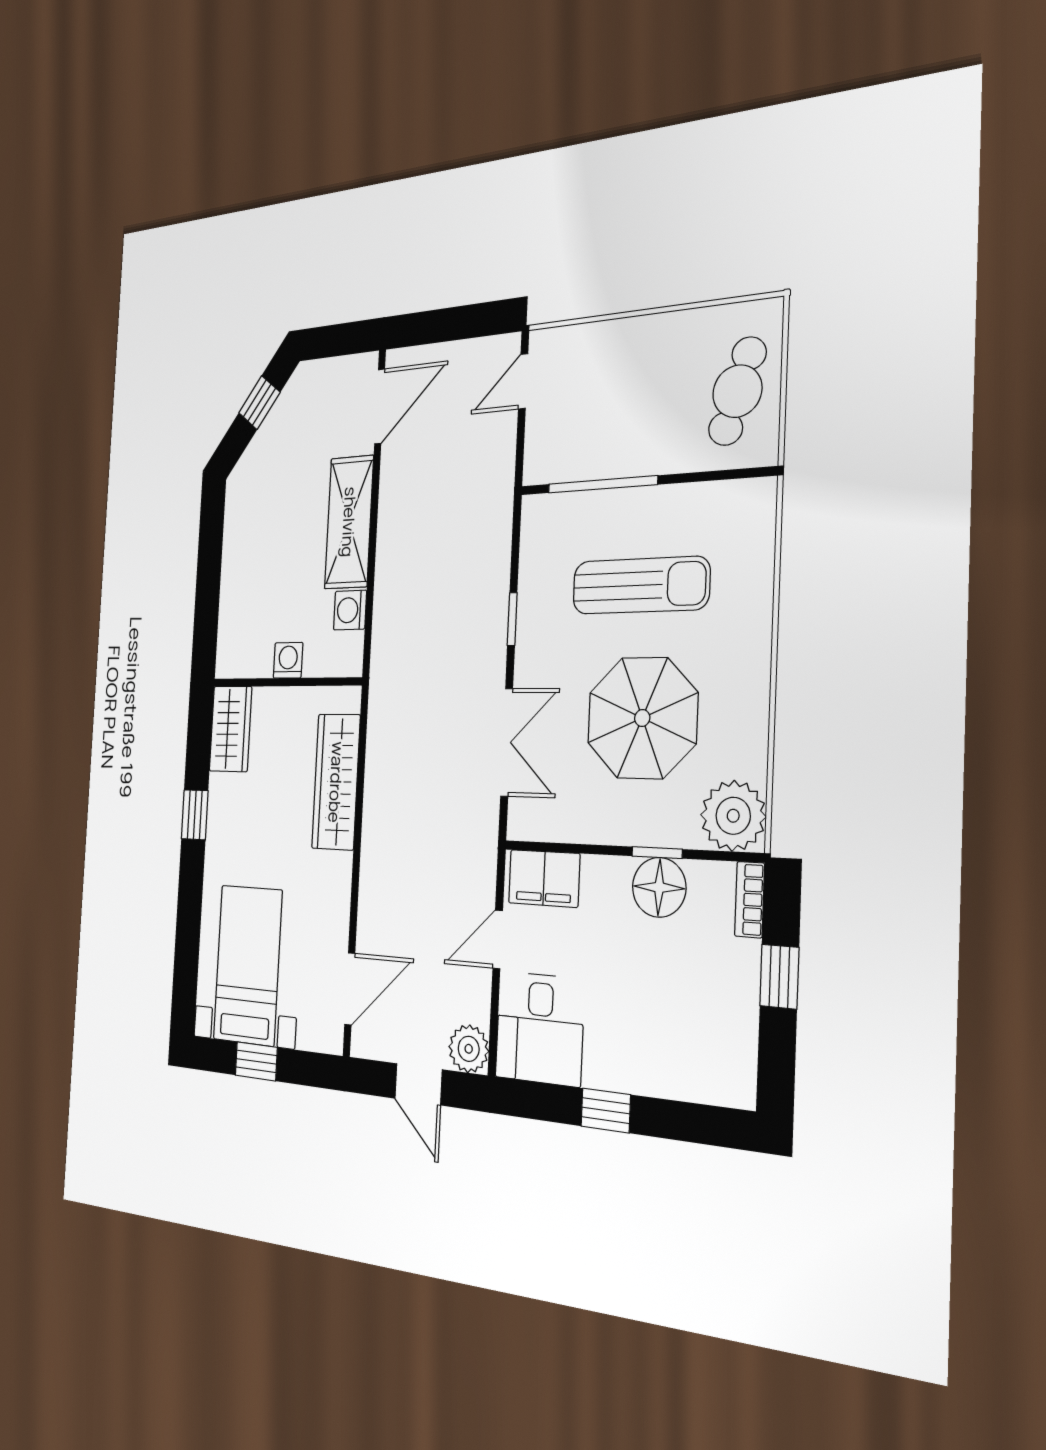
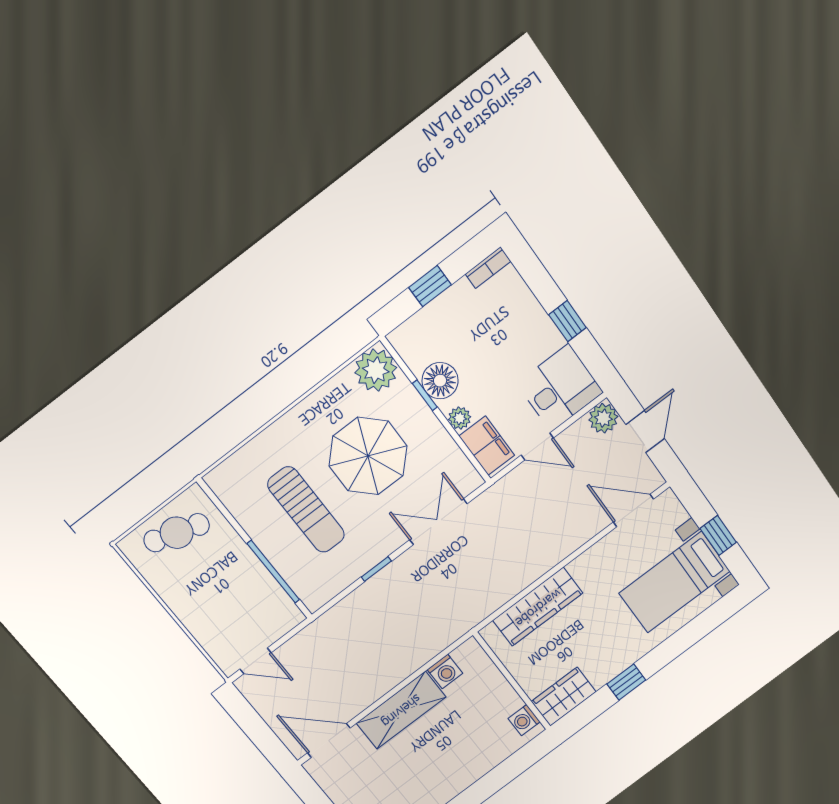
sun lounger: (640, 585) -> (306, 510), turned 180
washing machine: (288, 660) -> (524, 720), moved
plant: (599, 873) -> (460, 418), added
bookcase: (750, 900) -> (488, 268), moved

